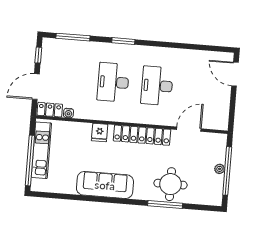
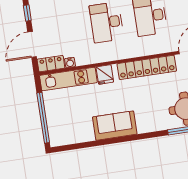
kitchen unit: (41, 150) -> (68, 79), moved, turned 90
sofa: (105, 185) -> (115, 126), width x0.73

